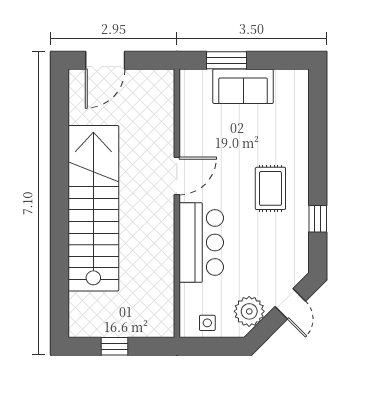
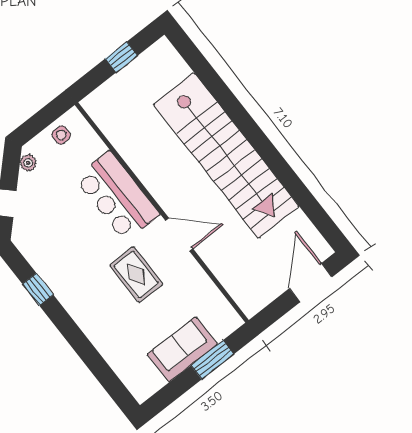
door: (177, 176) -> (179, 235), swing flipped
rug: (270, 188) -> (136, 275), moved
plant: (249, 311) -> (28, 163), width x0.53, depth x0.53

